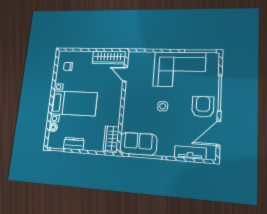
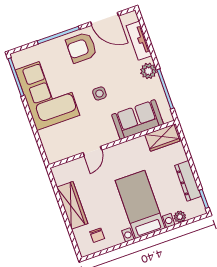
wardrobe: (109, 57) -> (72, 205), moved
door: (125, 74) -> (92, 151), moved
dresser: (74, 144) -> (188, 181), width x1.44
sofa: (138, 144) -> (138, 119), moved, turned 90
plant: (164, 150) -> (148, 71), added

